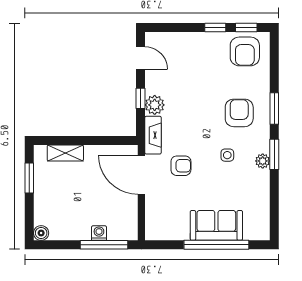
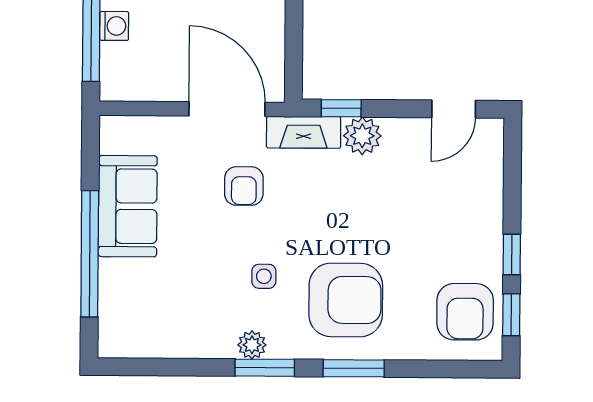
armchair: (245, 51) -> (465, 312), turned -90
window: (141, 98) -> (341, 108), moved
armchair: (239, 113) -> (346, 300), width x1.36, depth x1.36
door: (141, 175) -> (227, 109), hinge flipped
sofa: (216, 225) -> (128, 206), moved

